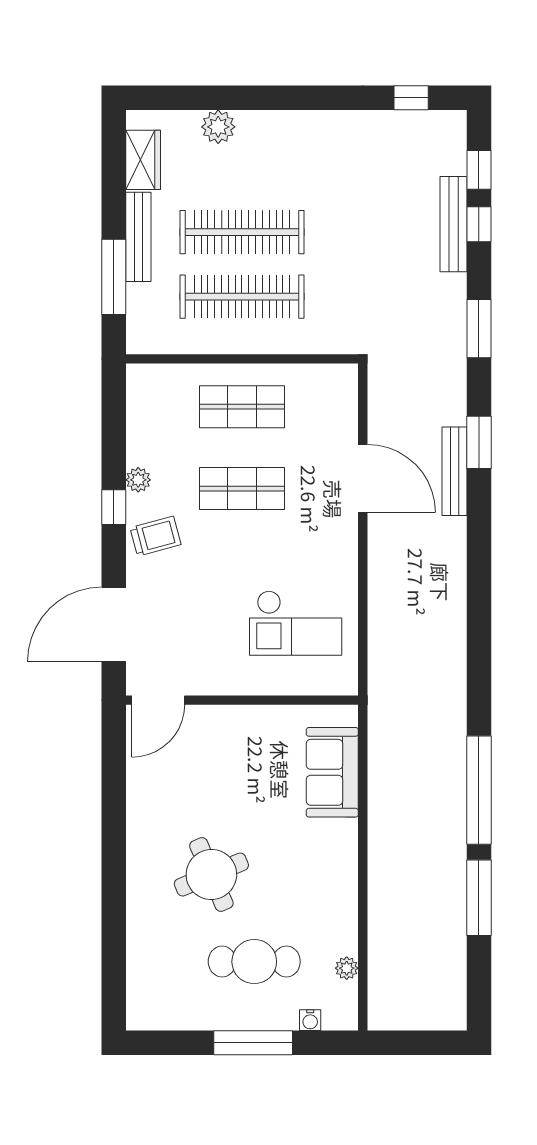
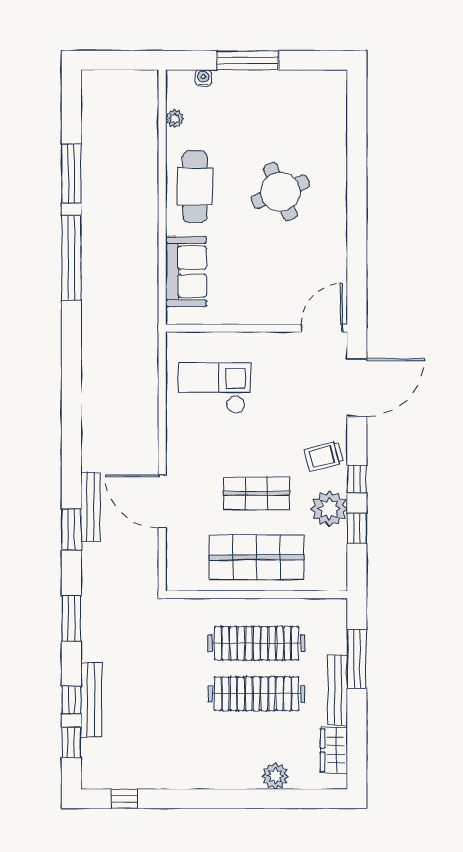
shop shelf: (242, 407) -> (257, 557), width x1.43, depth x1.36
window: (114, 444) -> (357, 528), added
plant: (138, 480) -> (329, 509), width x1.87, depth x1.87
cafe table: (254, 962) -> (195, 186), moved, turned 90

